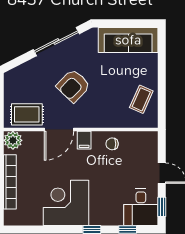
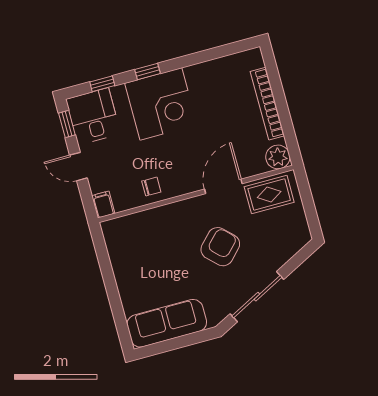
coffee table: (141, 99) -> (130, 253), removed
filing cabinet: (84, 140) -> (103, 205), moved
corner desk: (66, 203) -> (161, 104), moved

